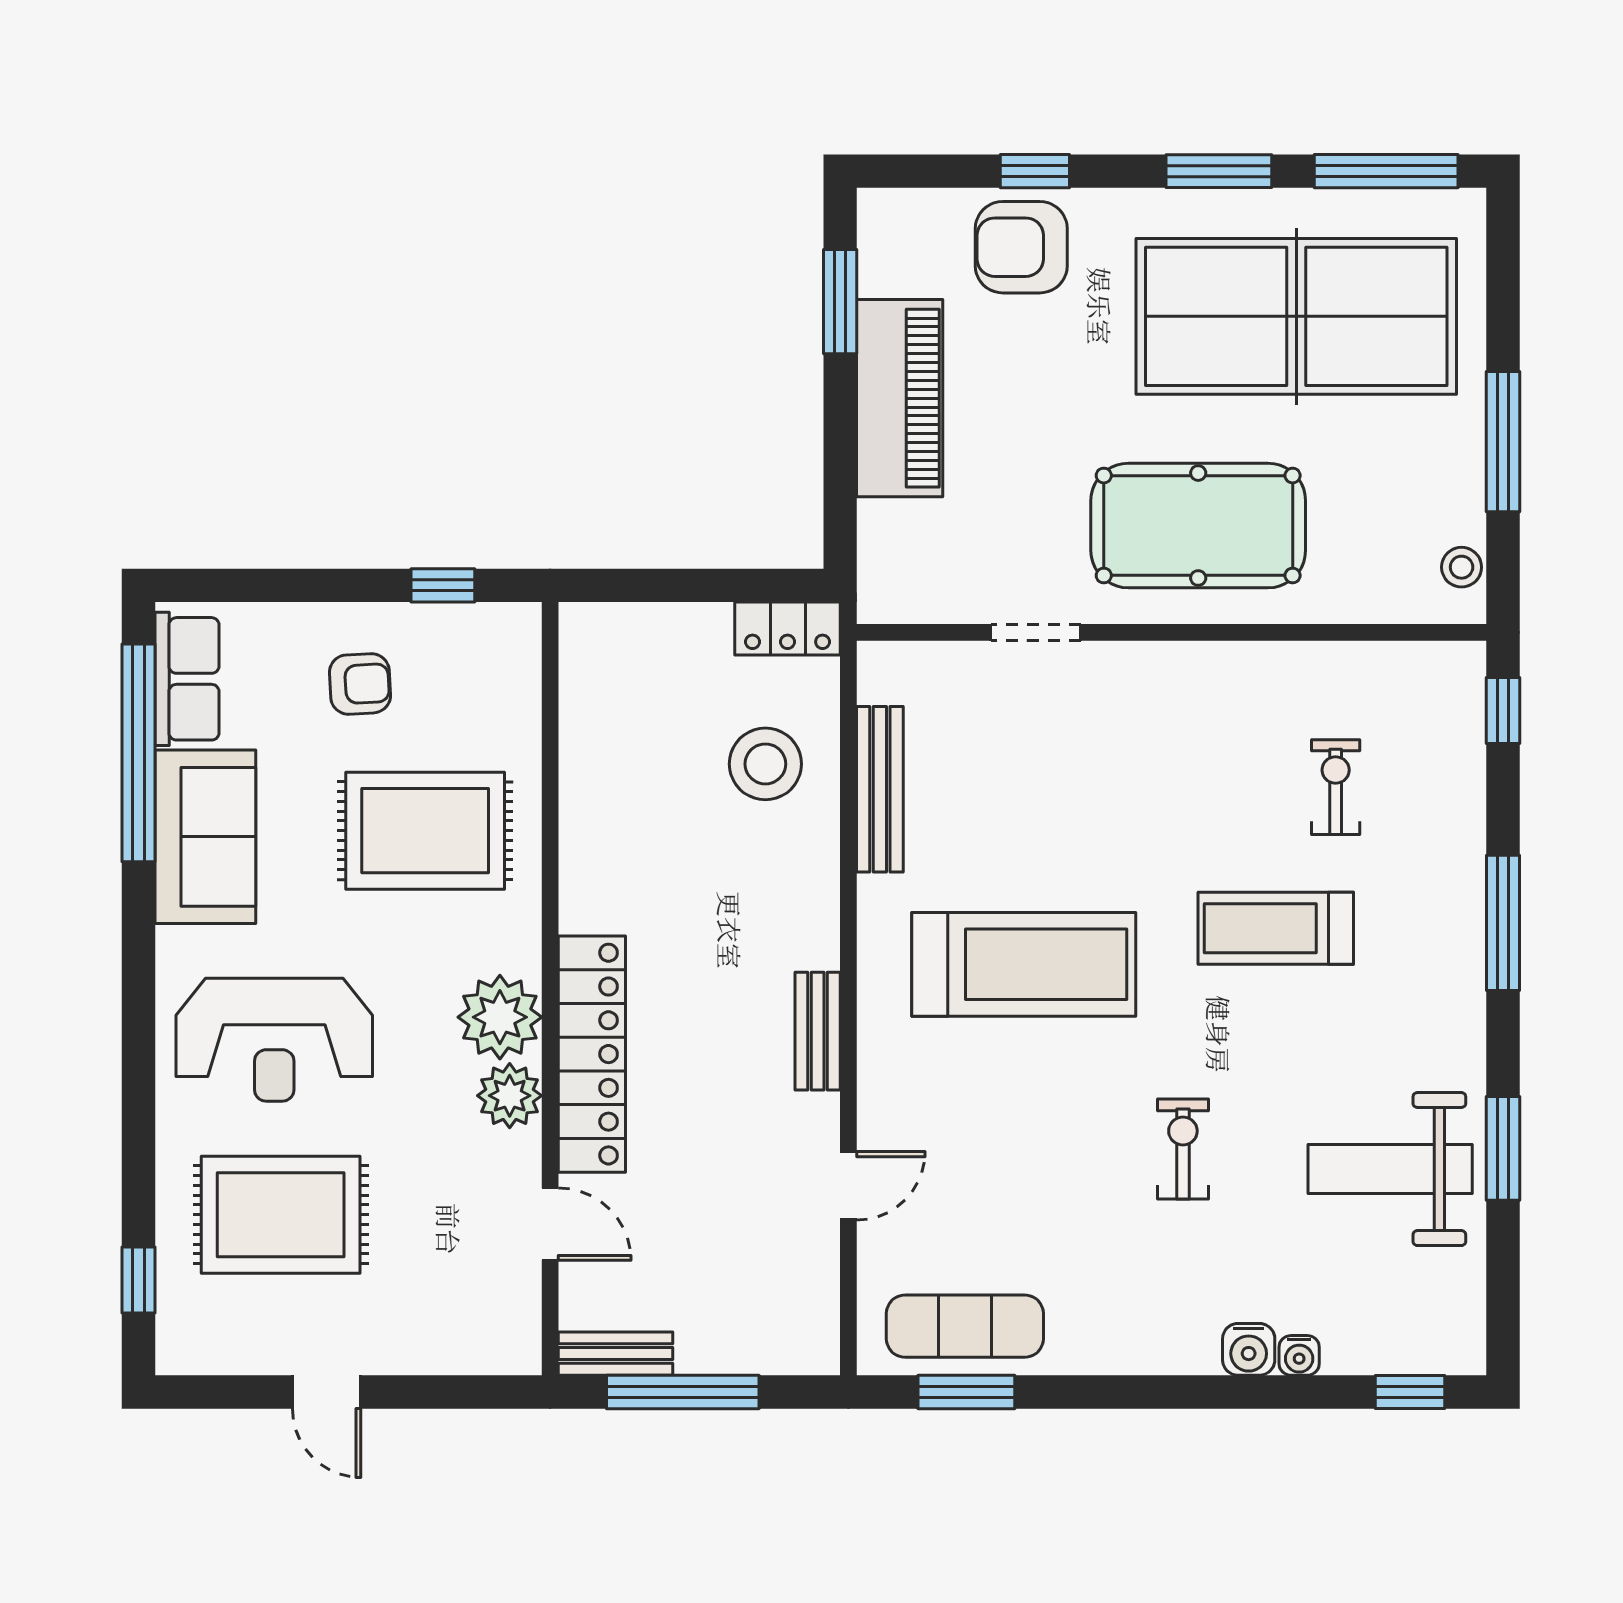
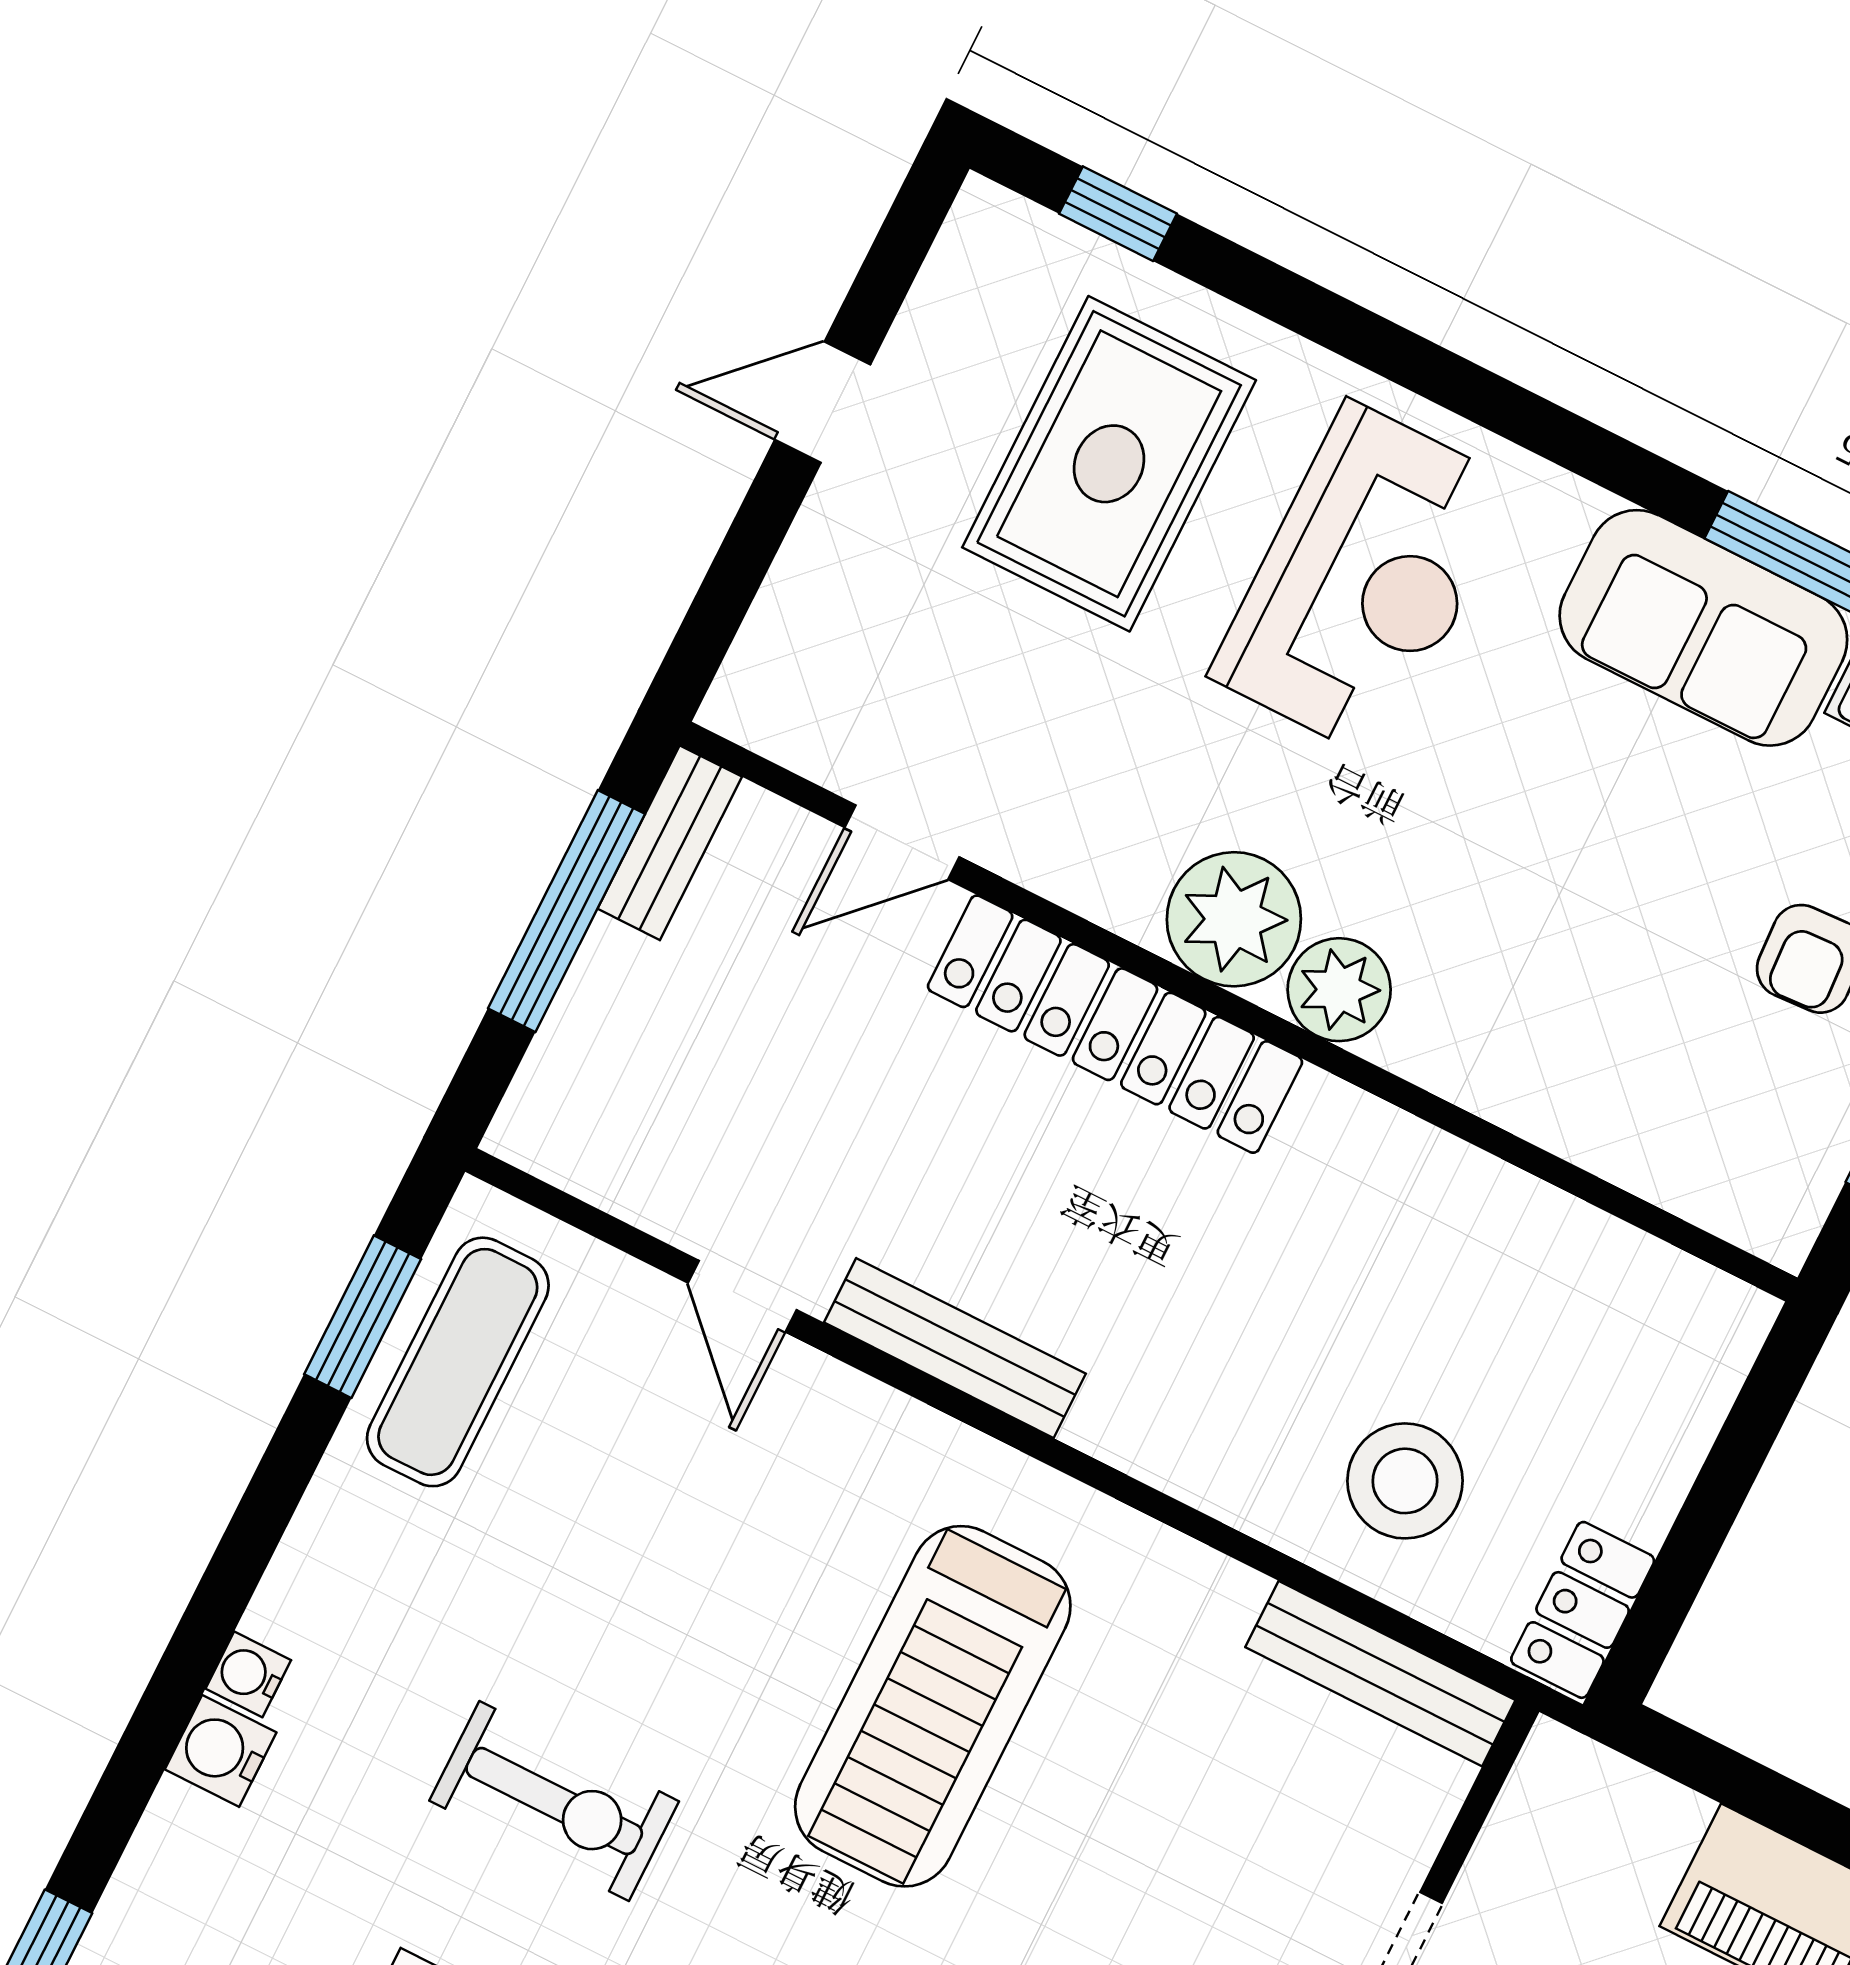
bench: (880, 789) -> (1380, 1674), moved
rug: (425, 831) -> (1554, 946), removed
bench: (818, 1031) -> (955, 1348), width x1.36
reception desk: (274, 1040) -> (1364, 581), turned 180
plant: (510, 1096) -> (1339, 990), moved
exercise bike: (1183, 1149) -> (554, 1801), width x1.38, depth x1.39
water cooler: (1299, 1355) -> (248, 1674), moved

